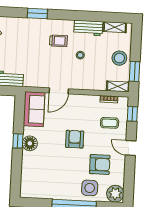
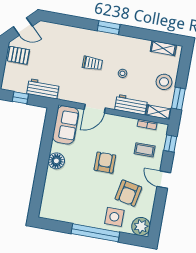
window: (37, 13) -> (109, 28), moved
workbench: (88, 28) -> (131, 105), moved, turned 180
trolley: (58, 41) -> (92, 63), moved
window: (18, 141) -> (44, 157), removed
armchair: (100, 164) -> (128, 193), turned 101

